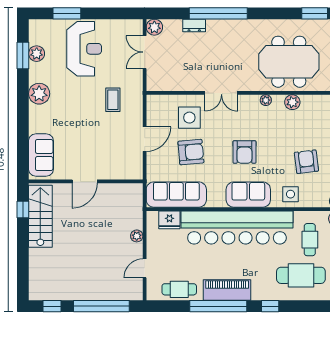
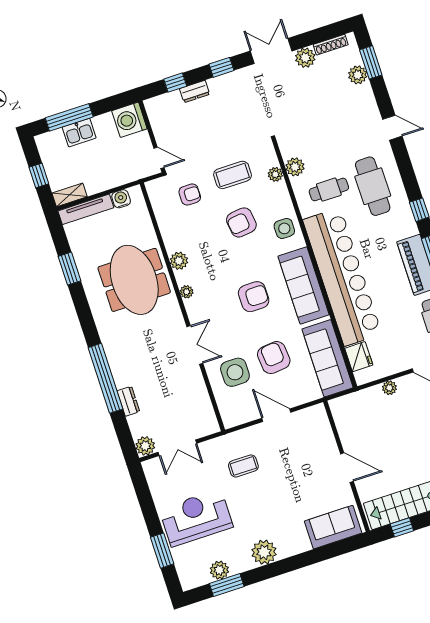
sofa: (248, 195) -> (304, 285), width x1.36

